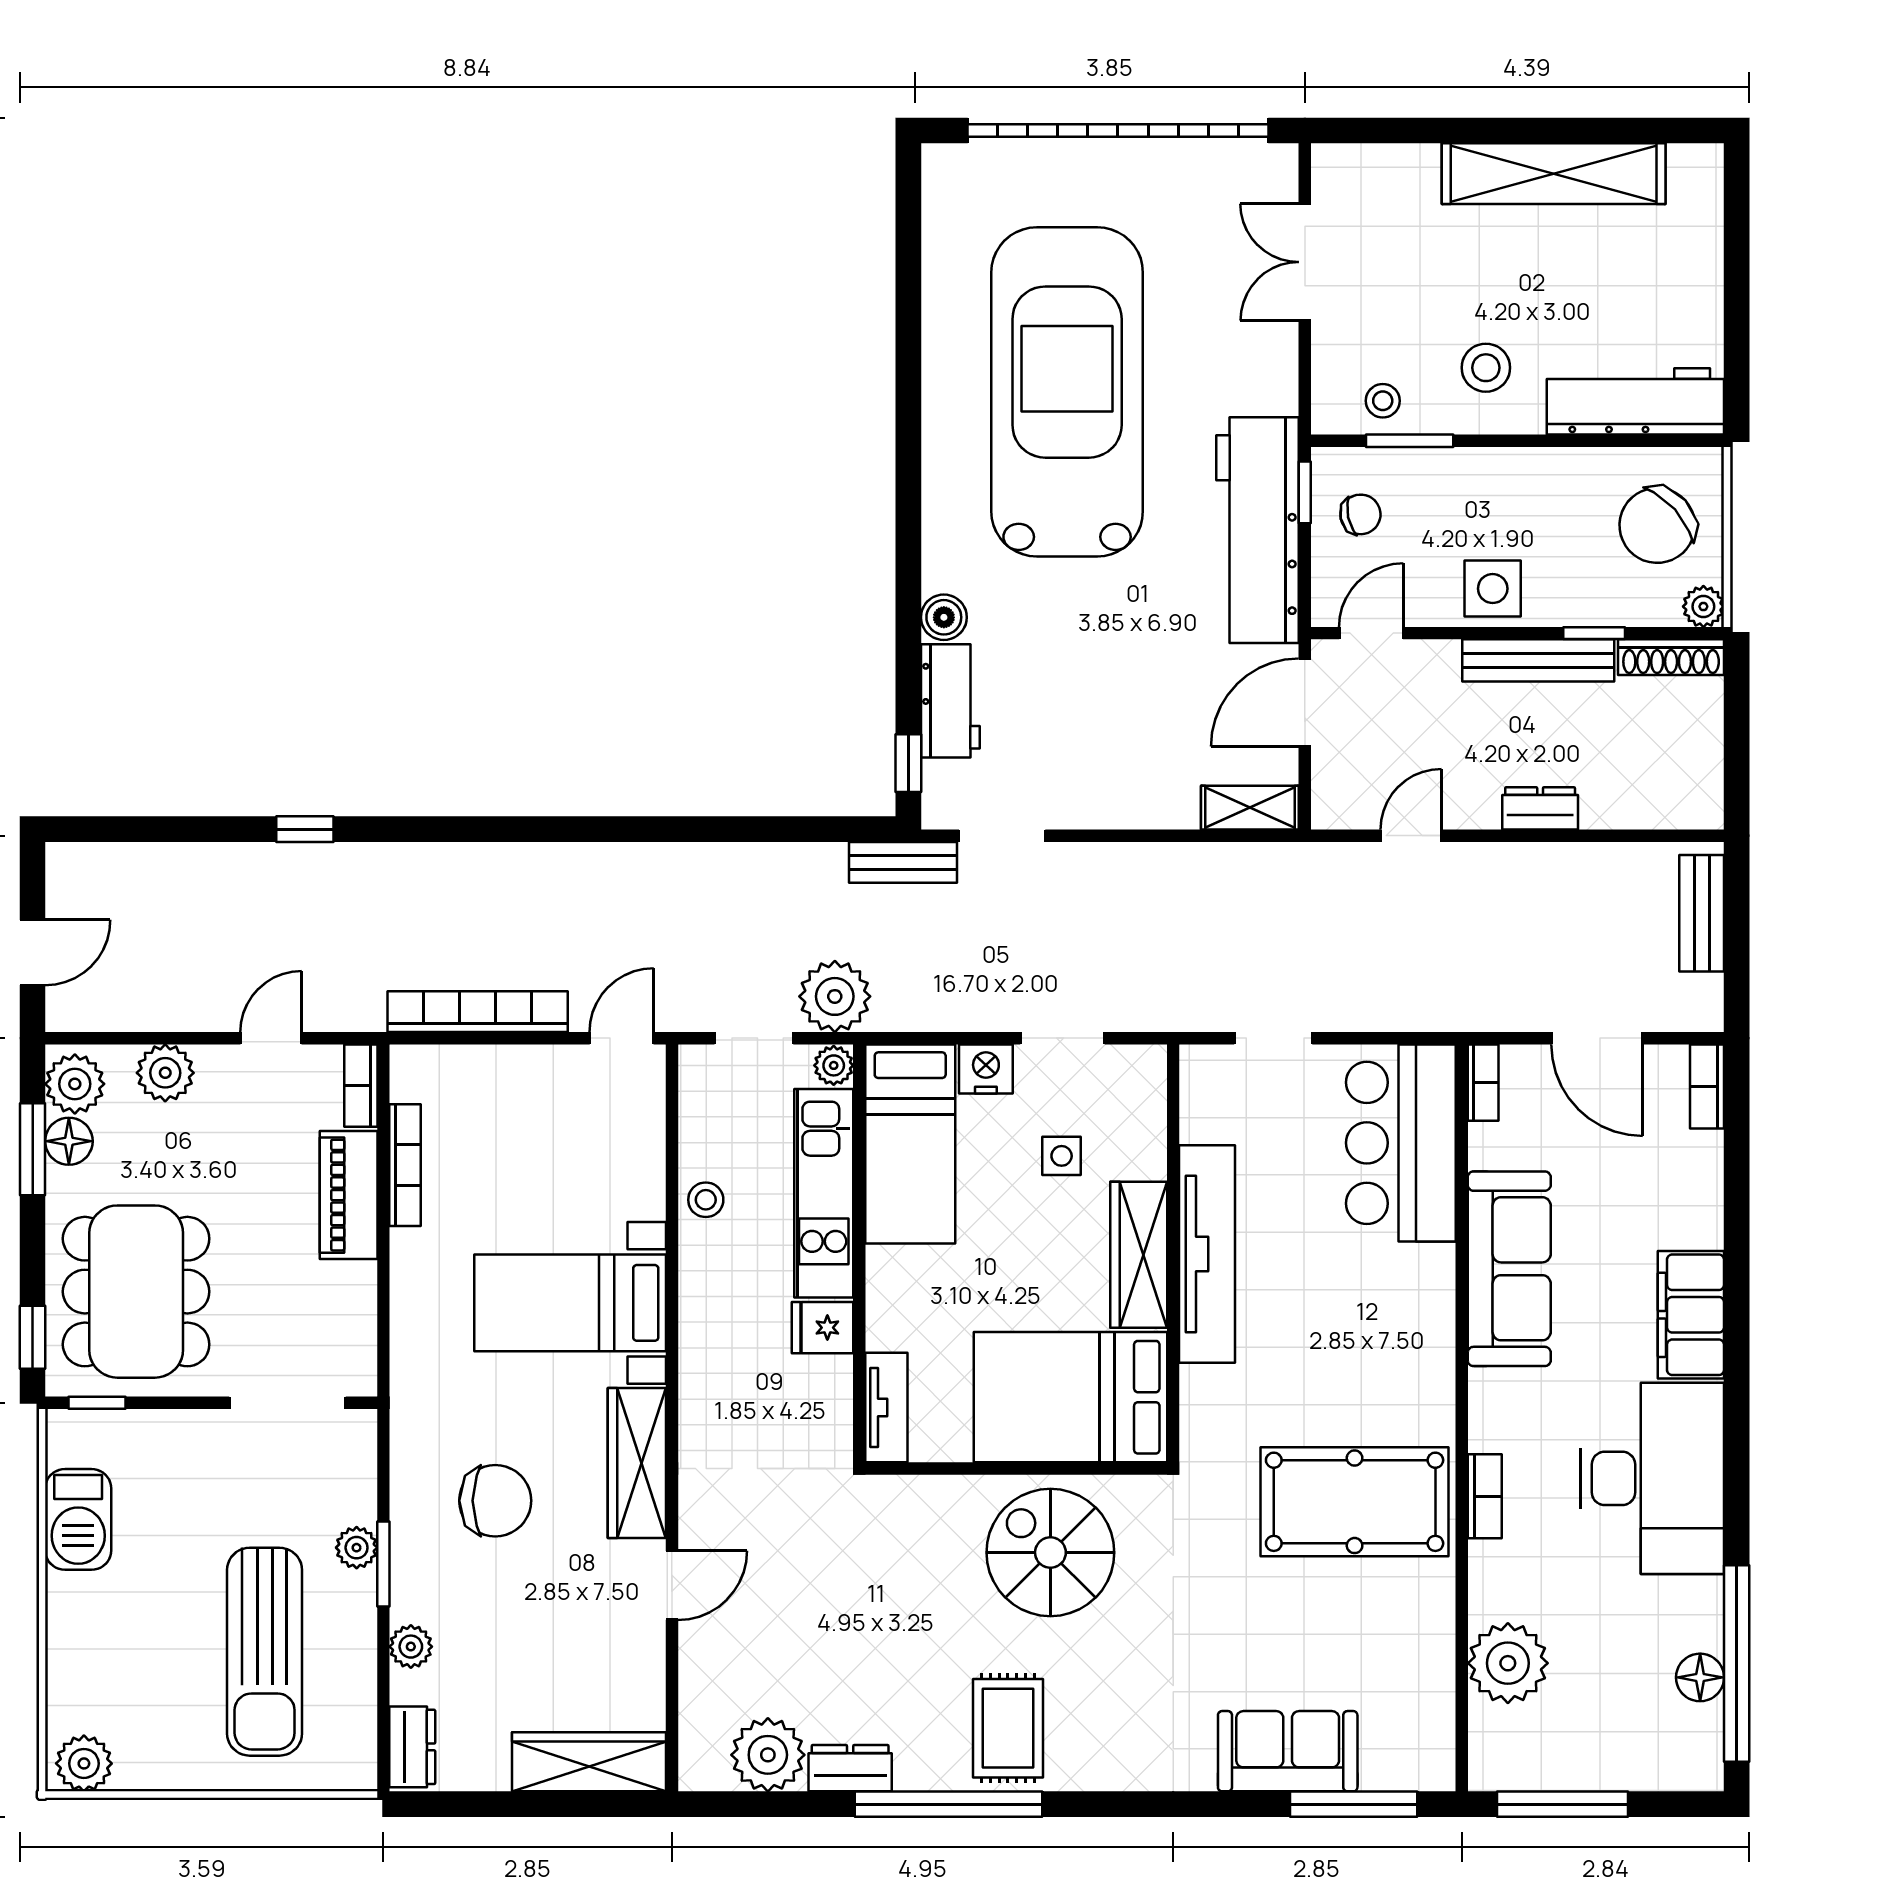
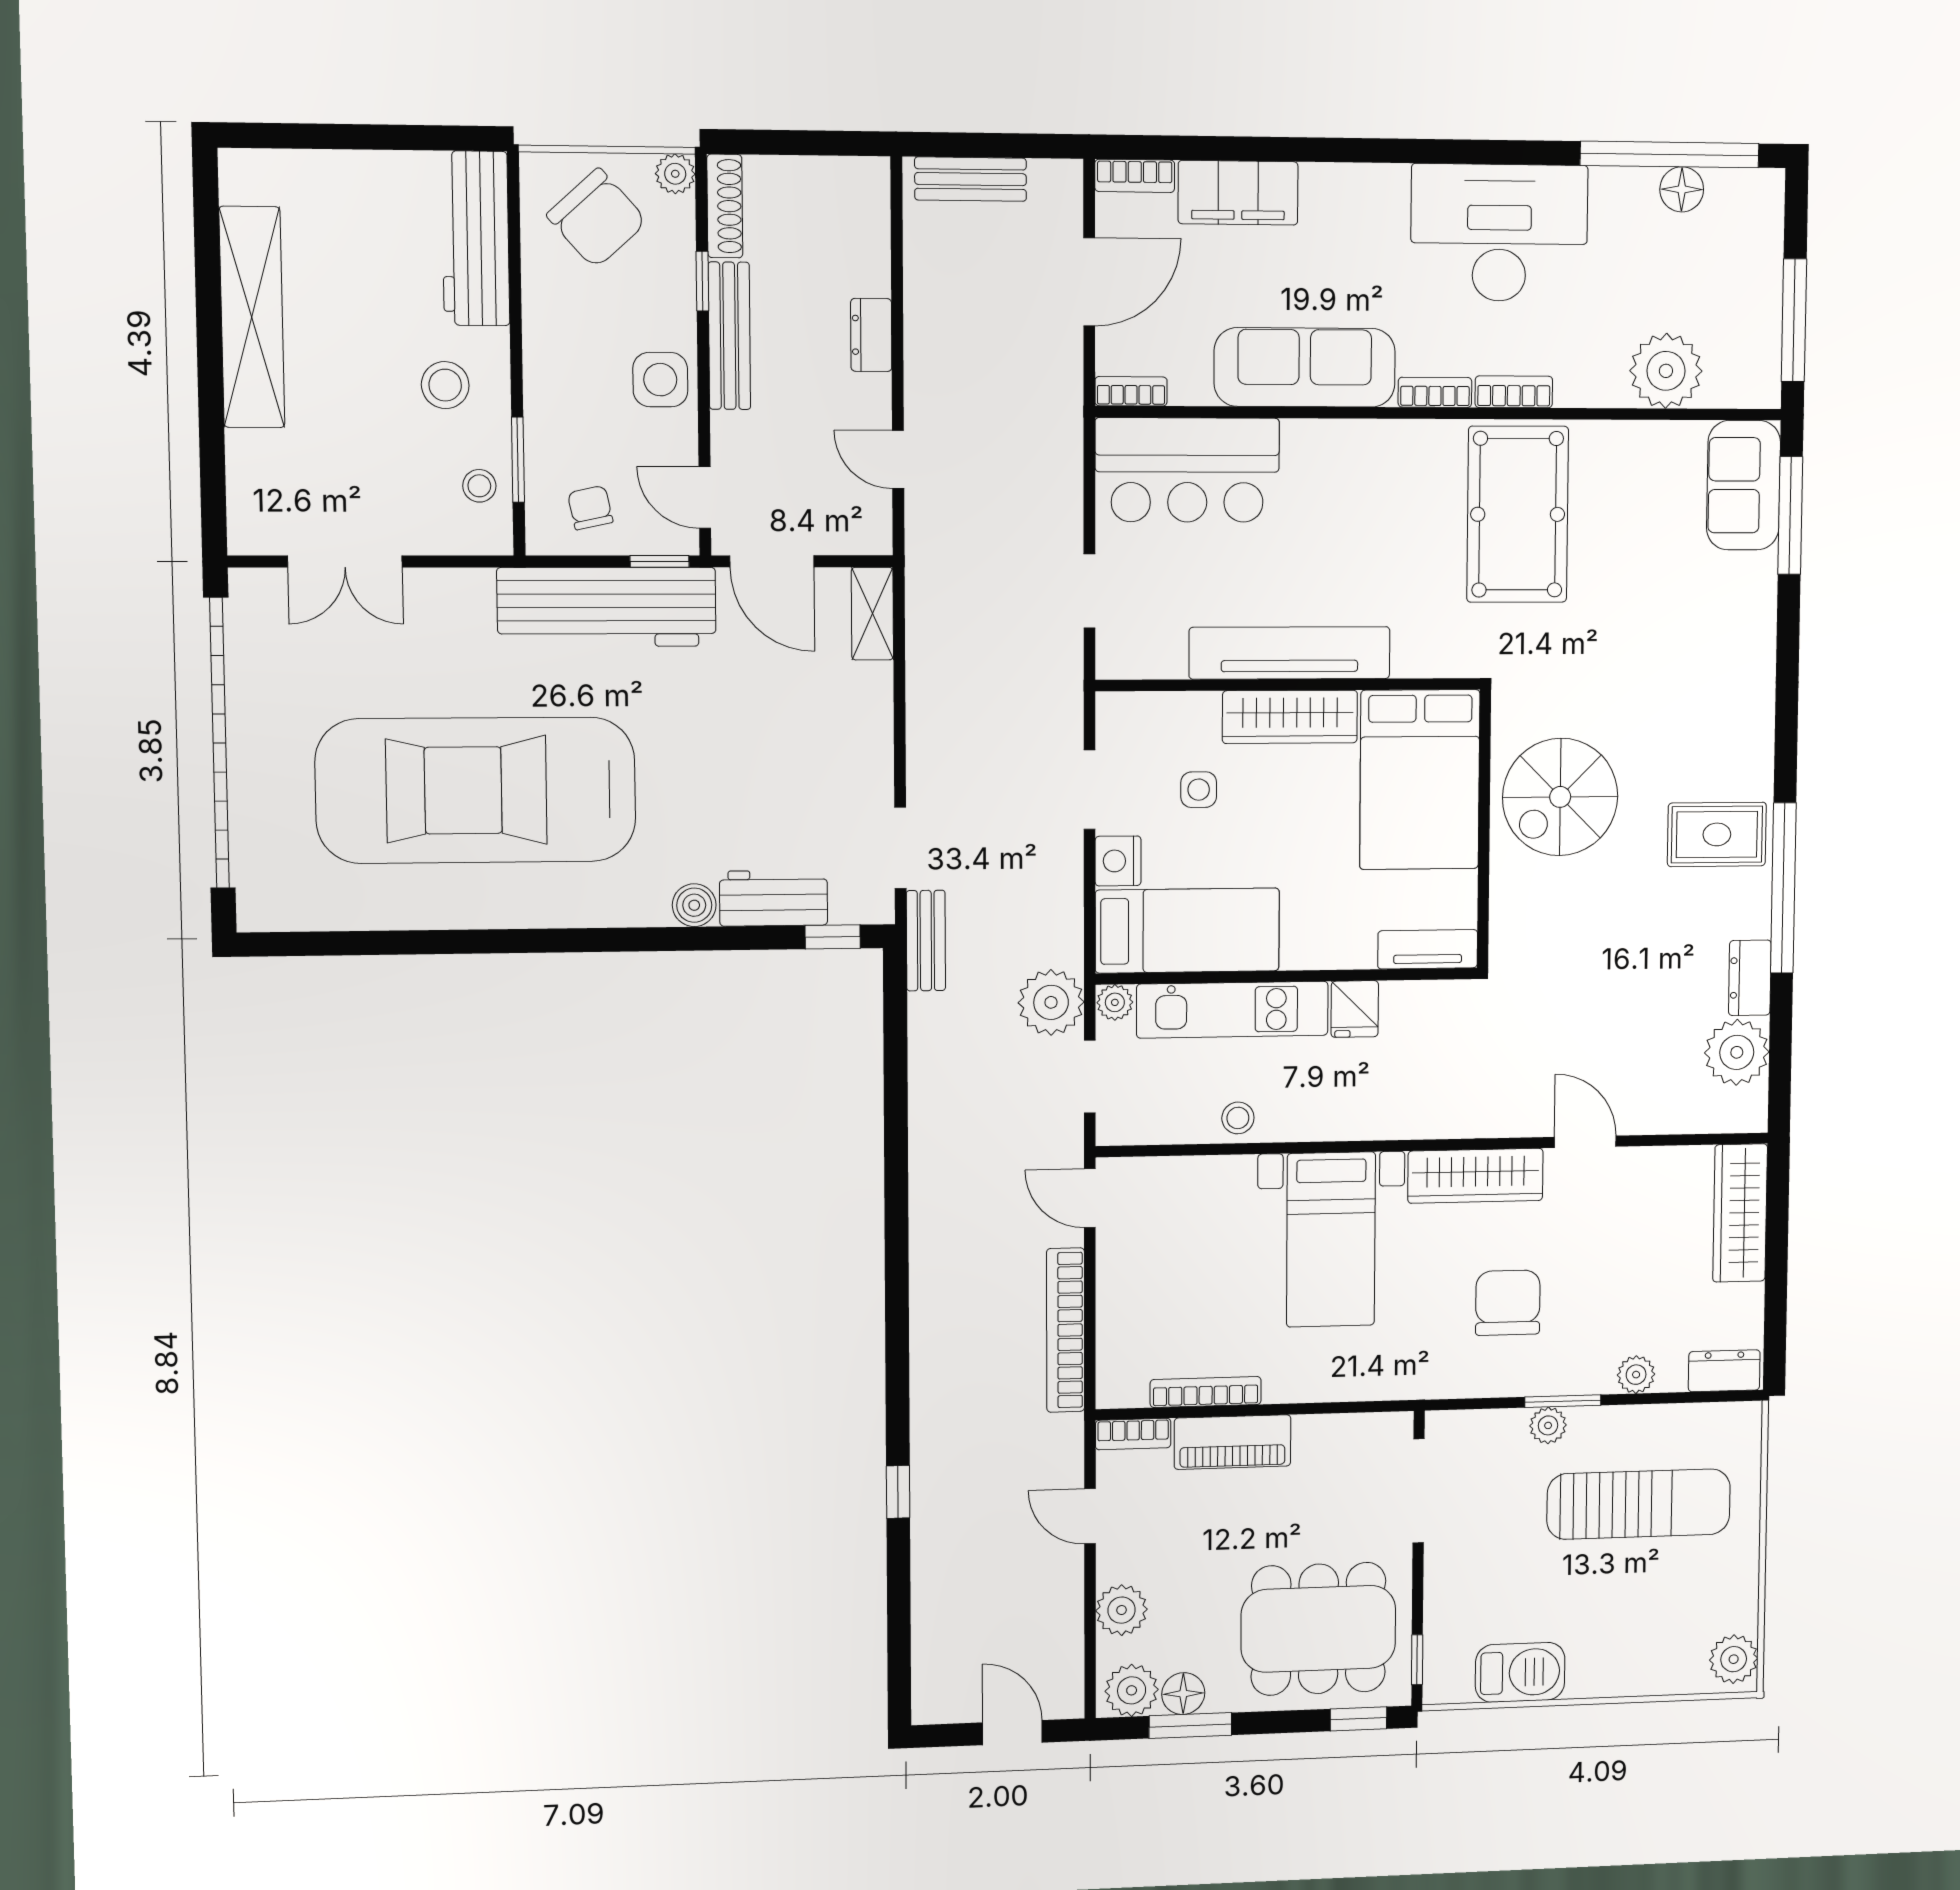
window: (1305, 492) -> (659, 561), moved
filing cabinet: (1691, 1315) -> (1238, 193), moved
bookcase: (1484, 1410) -> (1435, 392), added
sofa: (1288, 1751) -> (1743, 485), moved

